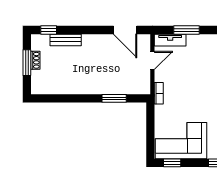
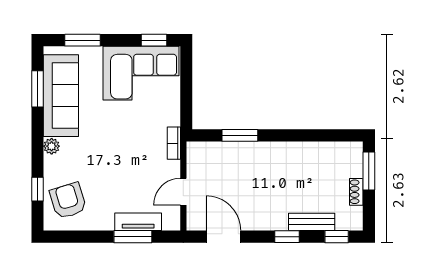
window: (82, 30) -> (287, 237), added
tv unit: (170, 40) -> (138, 222), moved
window: (27, 63) -> (369, 171), moved

